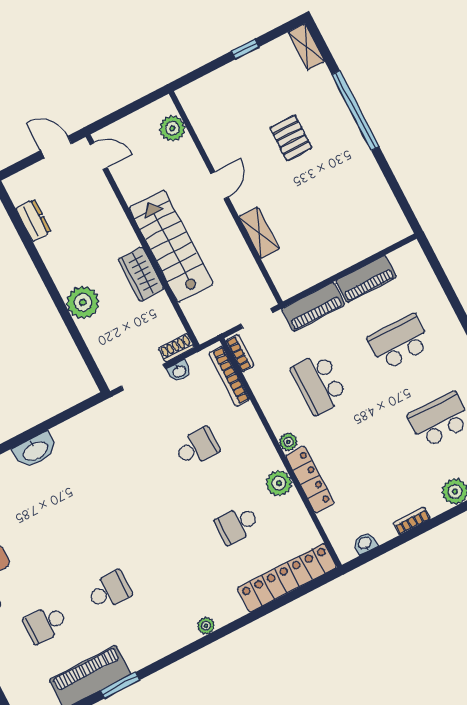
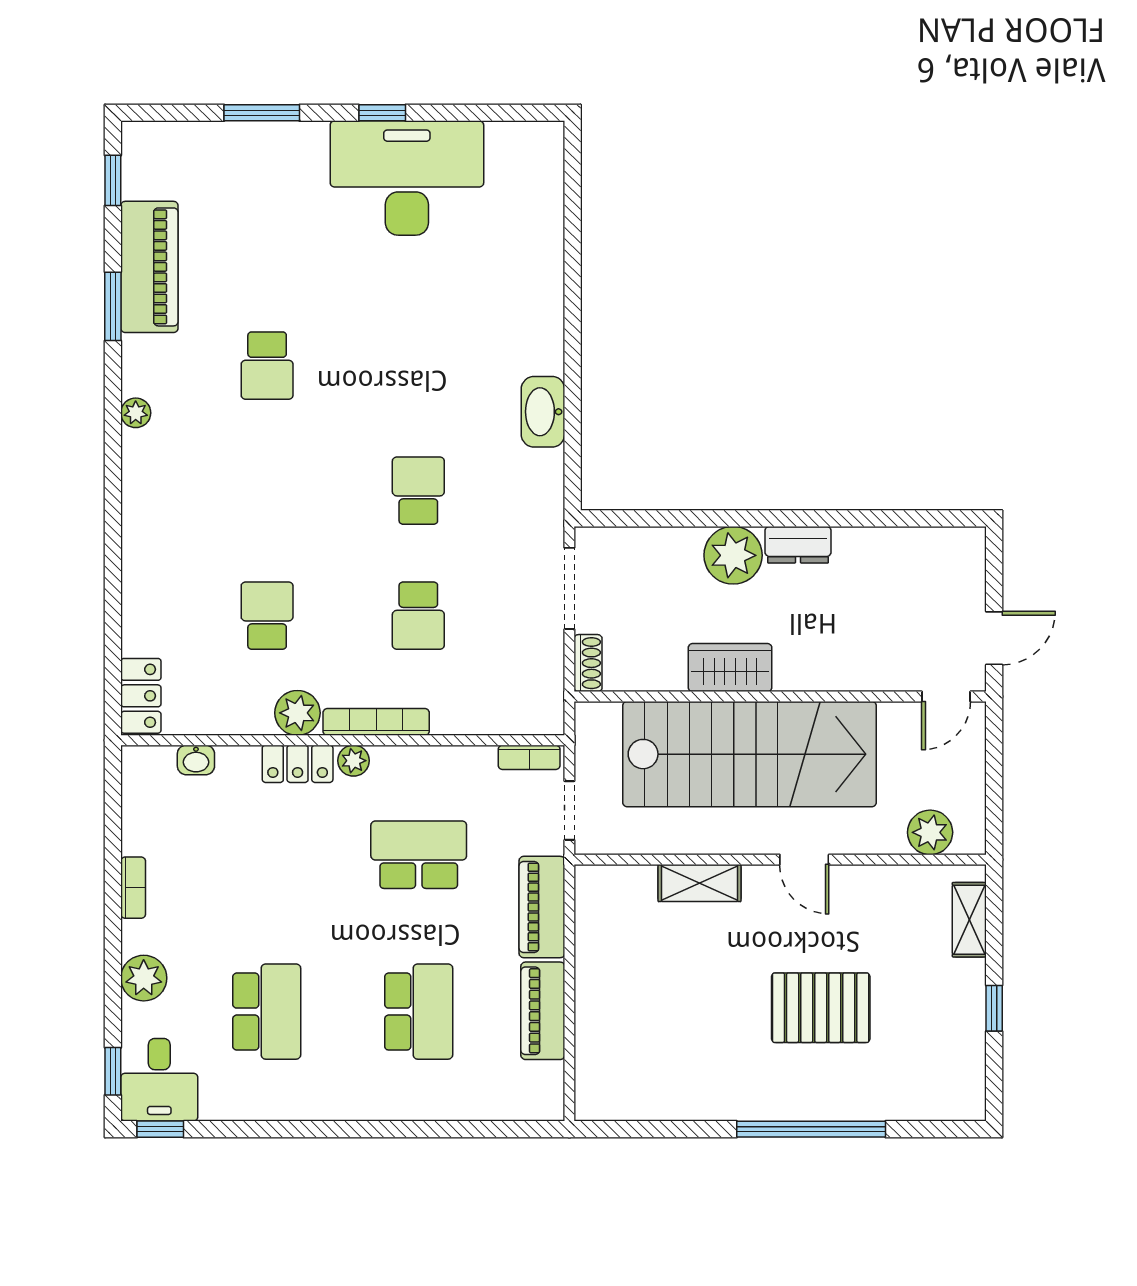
shelving: (306, 47) -> (969, 920), moved, turned 90
pallet: (291, 138) -> (821, 1008), width x1.50, depth x1.42
dresser: (33, 220) -> (798, 545), moved
stairs: (171, 246) -> (749, 754), width x1.36, depth x1.51
washbasin: (179, 371) -> (550, 649), removed
bookcase: (229, 376) -> (376, 722), moved
washbasin: (35, 450) -> (543, 412), moved
locker: (310, 480) -> (298, 764), width x0.66
washbasin: (365, 543) -> (196, 760), moved, turned 90
locker: (287, 578) -> (141, 696), width x0.46, depth x0.83
school desk: (45, 624) -> (418, 491), moved
plant: (206, 626) -> (136, 413), moved

